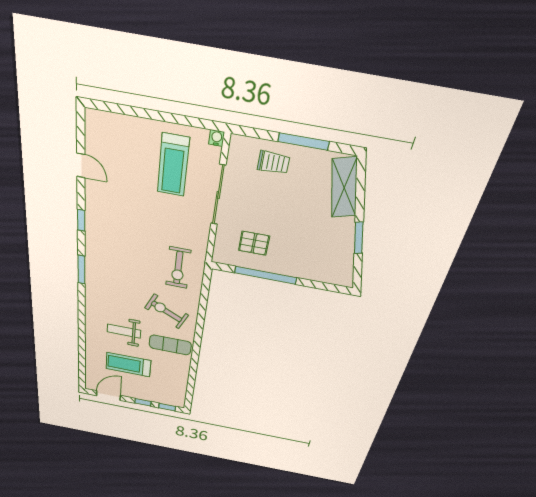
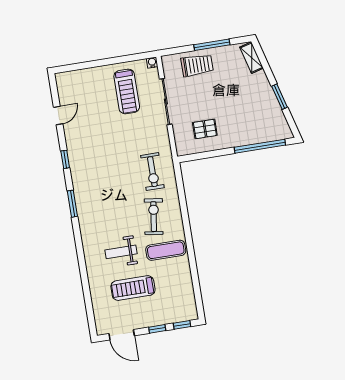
trolley: (273, 163) -> (197, 65), width x1.36, depth x1.39
door: (81, 165) -> (58, 115), hinge flipped
shelving: (344, 188) -> (252, 58), width x0.67, depth x0.75
window: (266, 275) -> (260, 146), moved
exercise bike: (167, 311) -> (154, 217), turned 73
door: (108, 396) -> (122, 335), swing flipped

